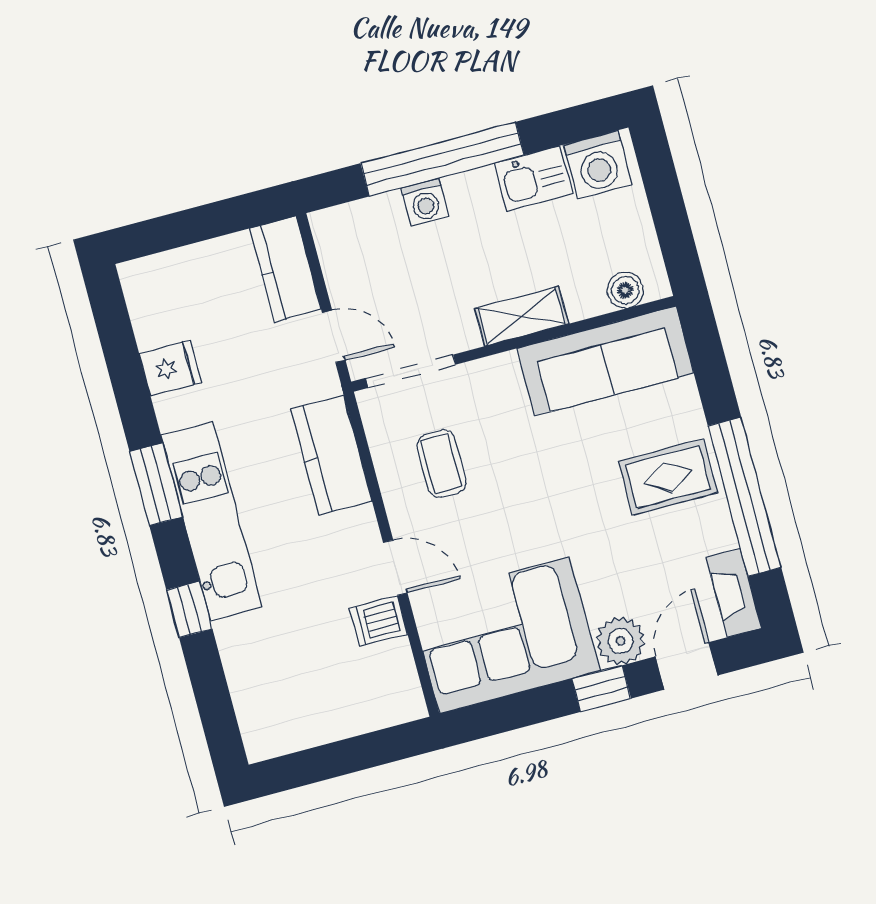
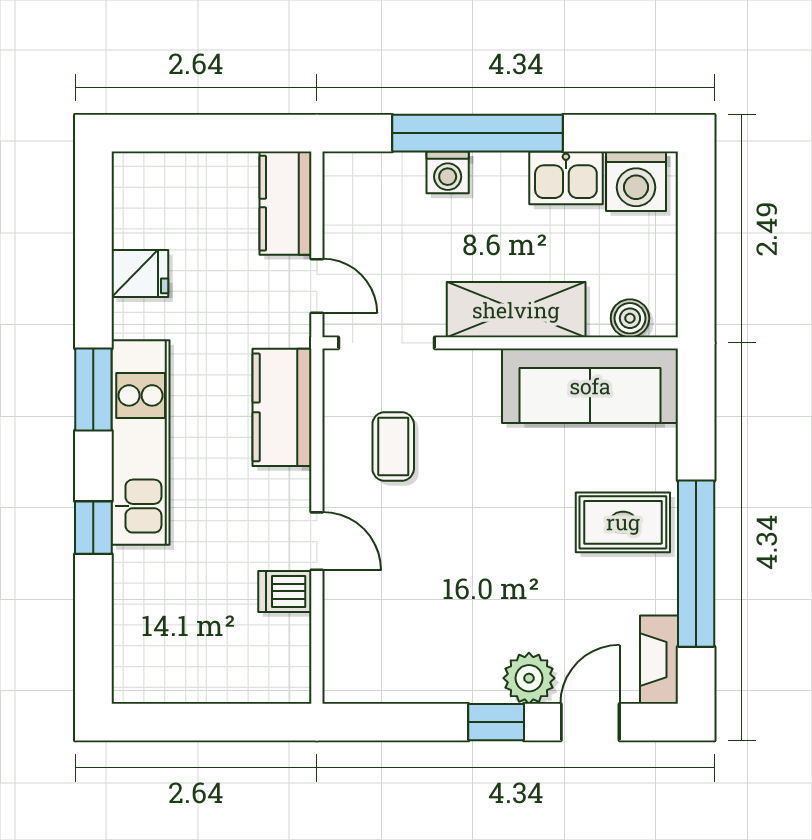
shelving: (522, 316) -> (516, 310), width x1.50, depth x1.33
corner sofa: (505, 635) -> (411, 641), removed

